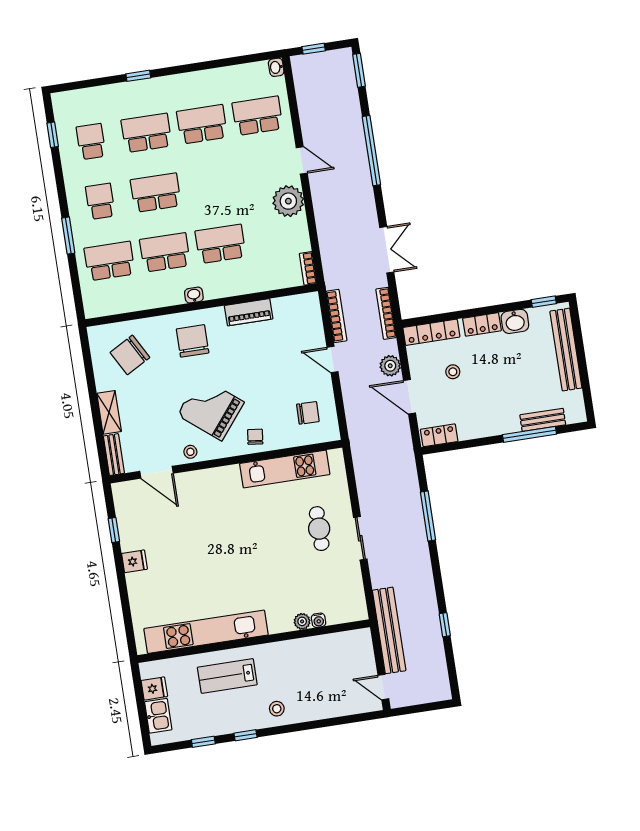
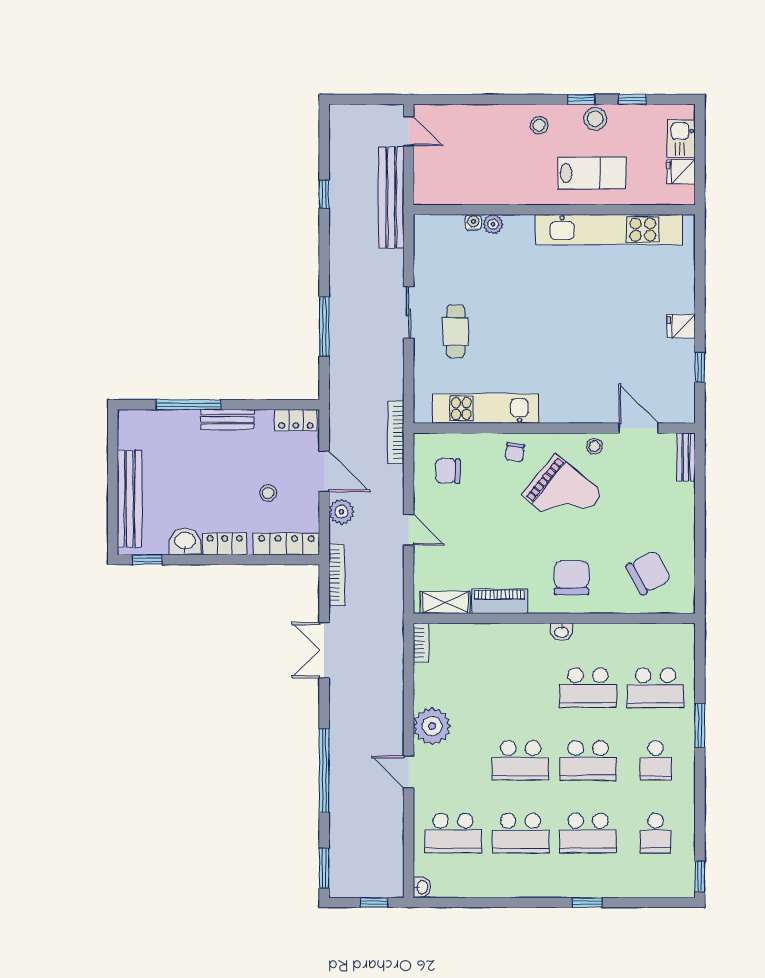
window: (53, 135) -> (700, 876), moved
school desk: (221, 244) -> (521, 760), moved
bookcase: (337, 316) -> (396, 433), moved
chair: (193, 341) -> (572, 578), turned 180
shelving: (109, 412) -> (445, 602), moved, turned 90
bench: (543, 420) -> (227, 419), moved
stool: (231, 721) -> (595, 119), added

